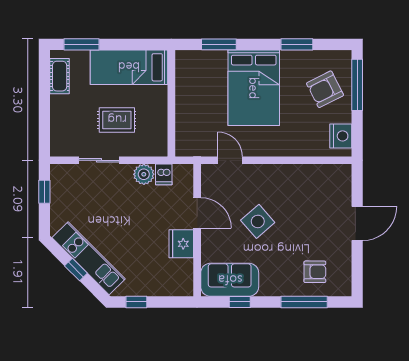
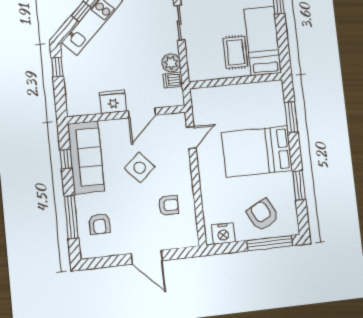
rug: (117, 120) -> (235, 52), moved
armchair: (303, 194) -> (168, 205), added
sofa: (230, 280) -> (86, 157), width x1.36

